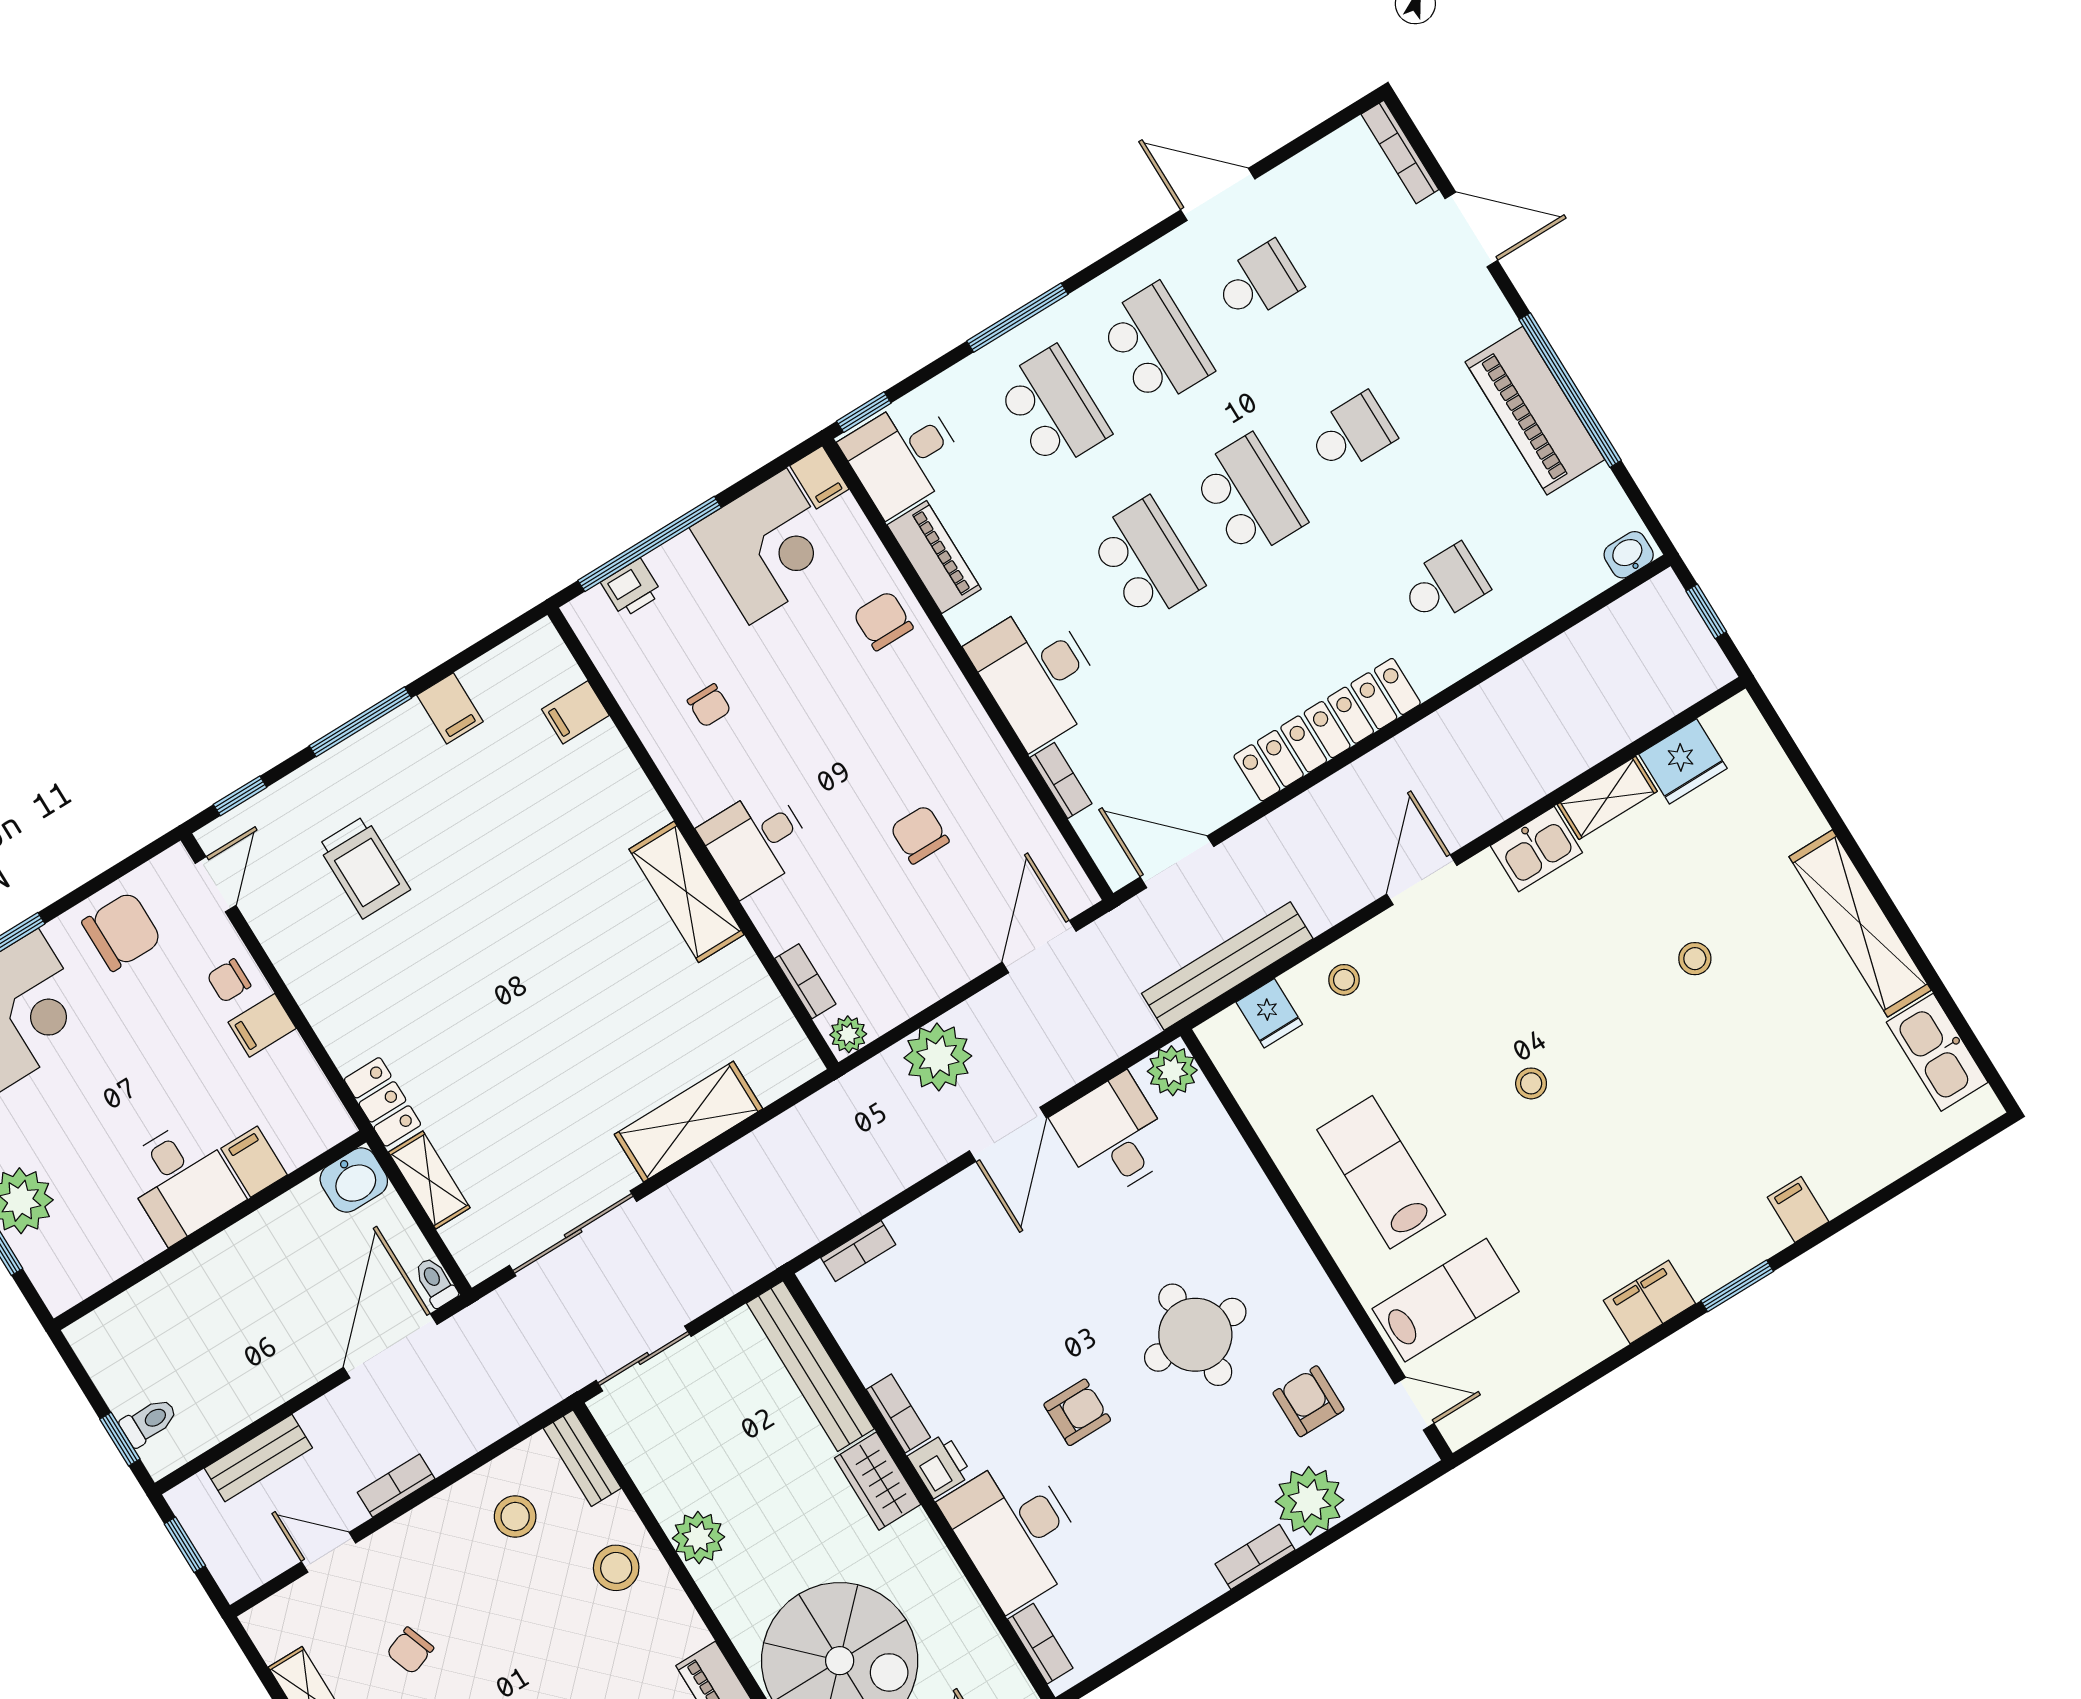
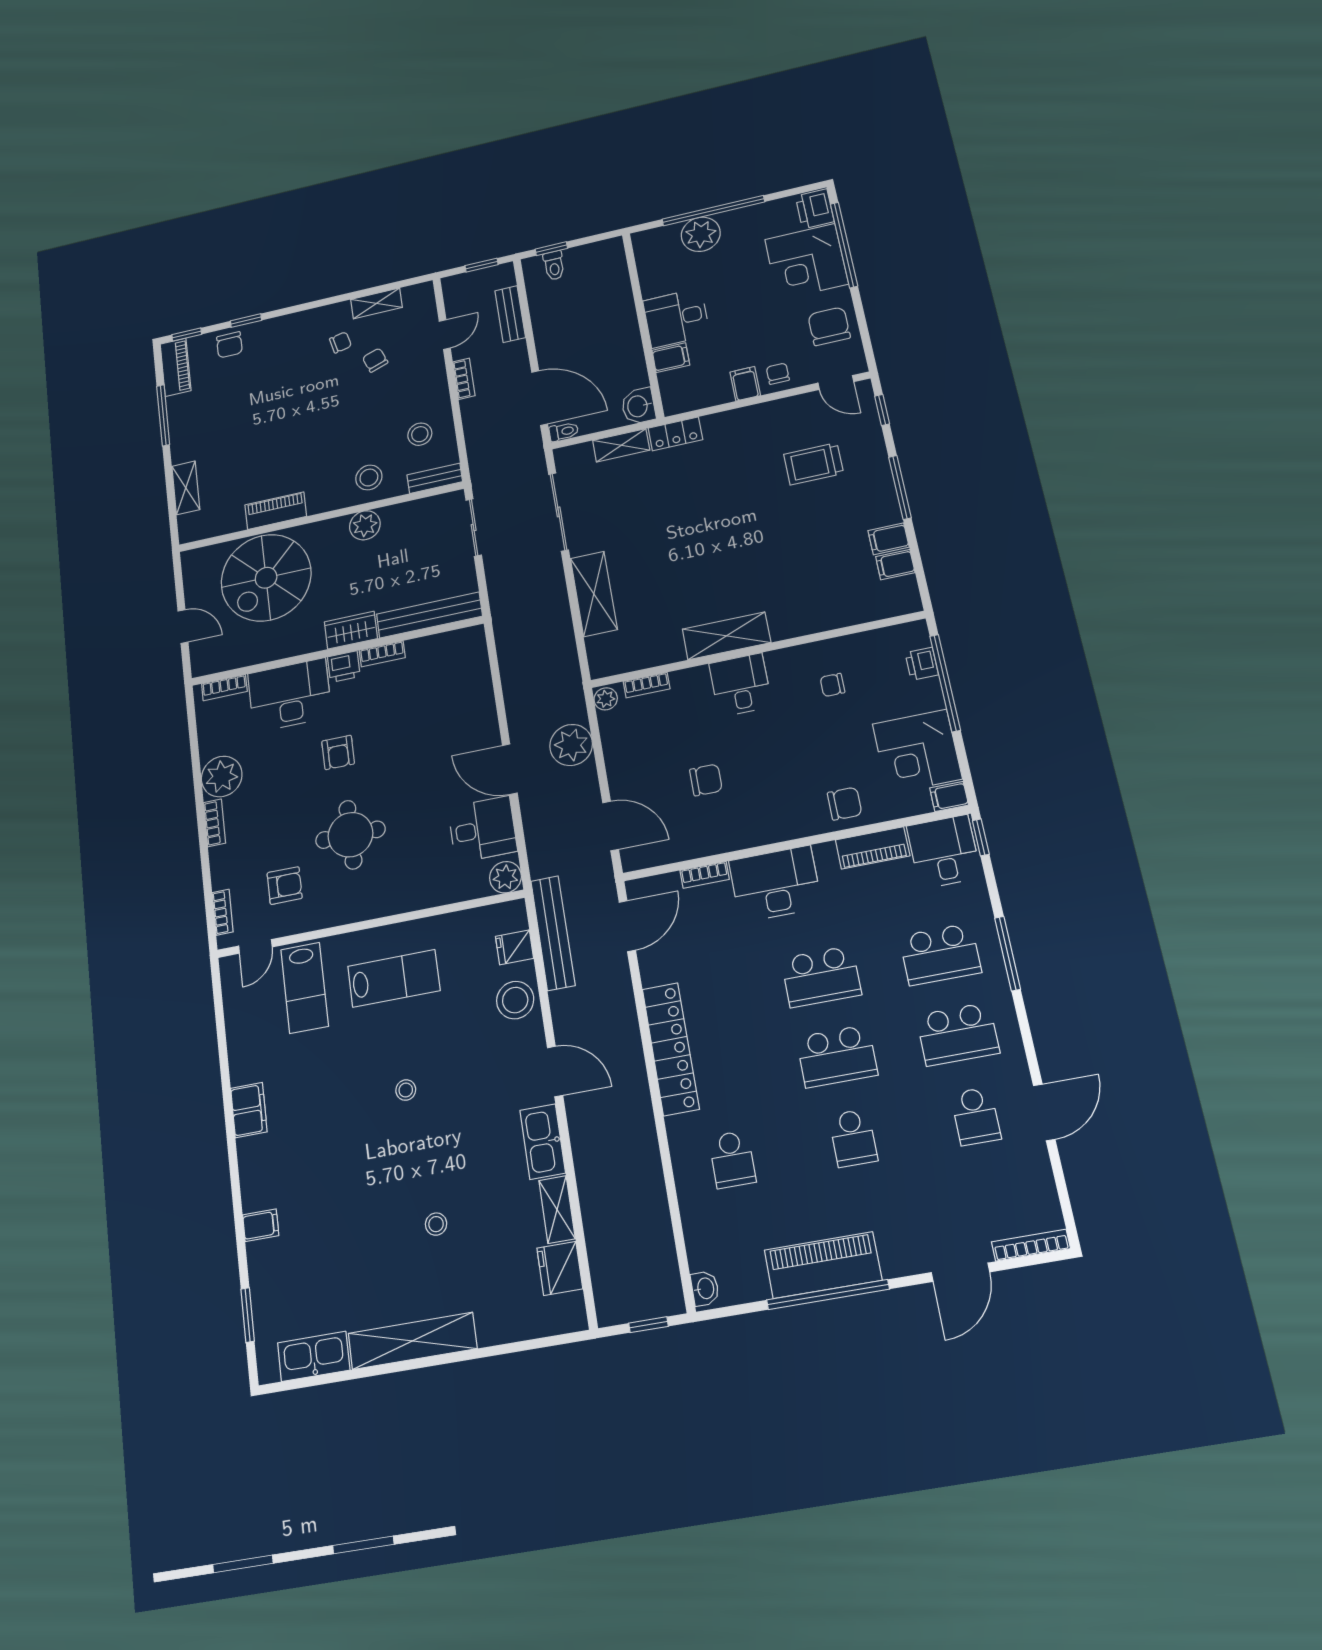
filing cabinet: (575, 712) -> (895, 565), moved, turned -90
kitchen sink: (1536, 849) -> (543, 1142), width x1.38
chair: (122, 931) -> (829, 326), turned 180
stool: (1344, 980) -> (515, 1000), width x1.89, depth x1.89
bookcase: (858, 1251) -> (223, 912), moved, turned 180
window: (1737, 1286) -> (248, 1315), moved
plant: (1310, 1501) -> (222, 776), moved

